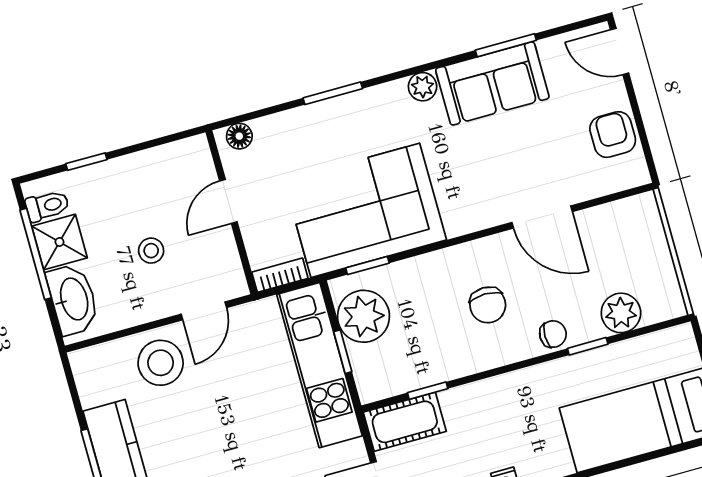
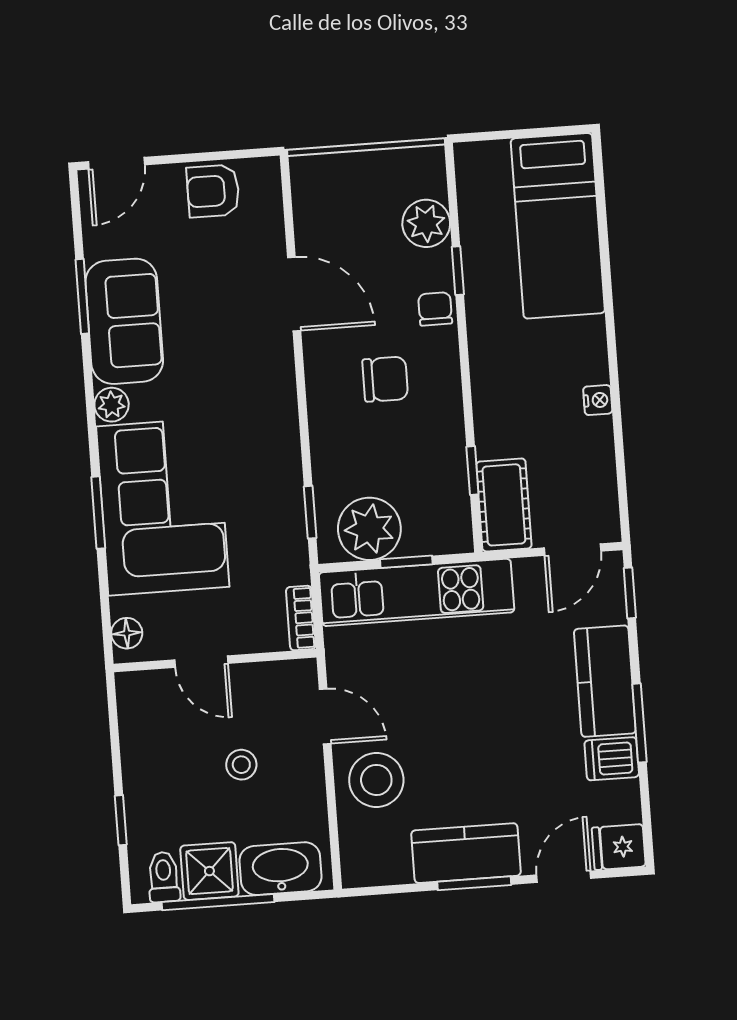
corner sofa: (365, 210) -> (163, 507), moved, turned 180
door: (542, 217) -> (294, 294), hinge flipped

